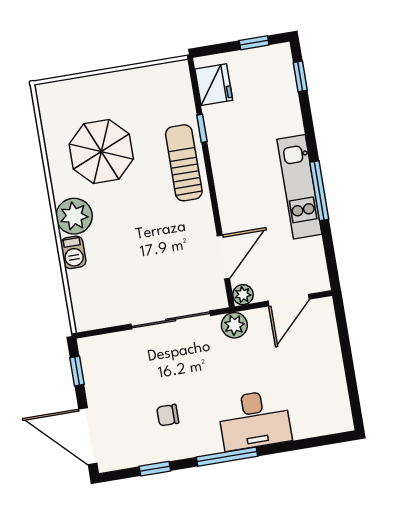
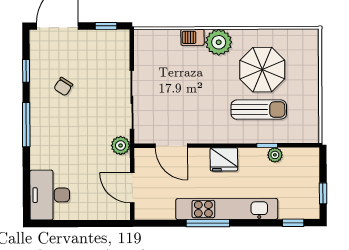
fridge: (214, 85) -> (224, 159), moved
sun lounger: (184, 163) -> (259, 110), moved
kitchen unit: (299, 187) -> (227, 209), width x1.36
plant: (243, 295) -> (275, 155), moved
chair: (168, 415) -> (63, 87), turned -147
desk: (254, 420) -> (50, 195), moved

